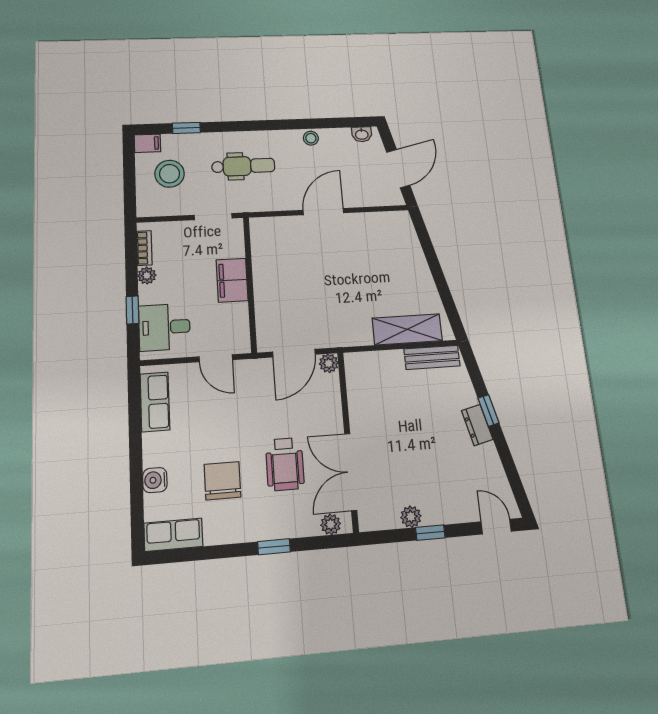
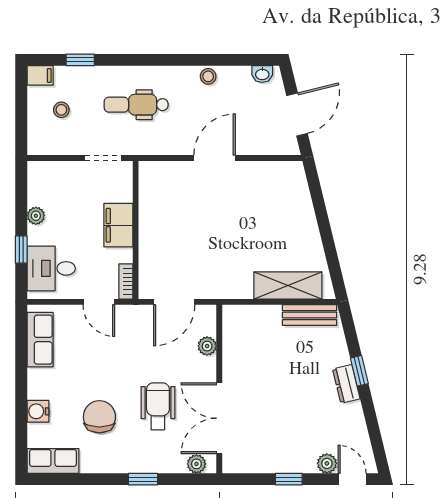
dental chair: (243, 166) -> (136, 105), turned 180
stool: (170, 174) -> (61, 110), width x0.53, depth x0.53
bookcase: (144, 248) -> (126, 282), moved, turned 180
plant: (329, 363) -> (207, 346), moved
wheelchair: (285, 464) -> (158, 406), turned 180
plant: (411, 517) -> (327, 463), moved

